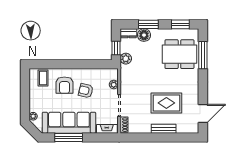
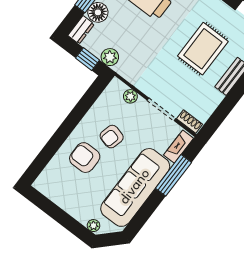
coffee table: (43, 78) -> (56, 177), removed
armchair: (64, 85) -> (85, 158), turned 180
window: (69, 137) -> (173, 175), moved

